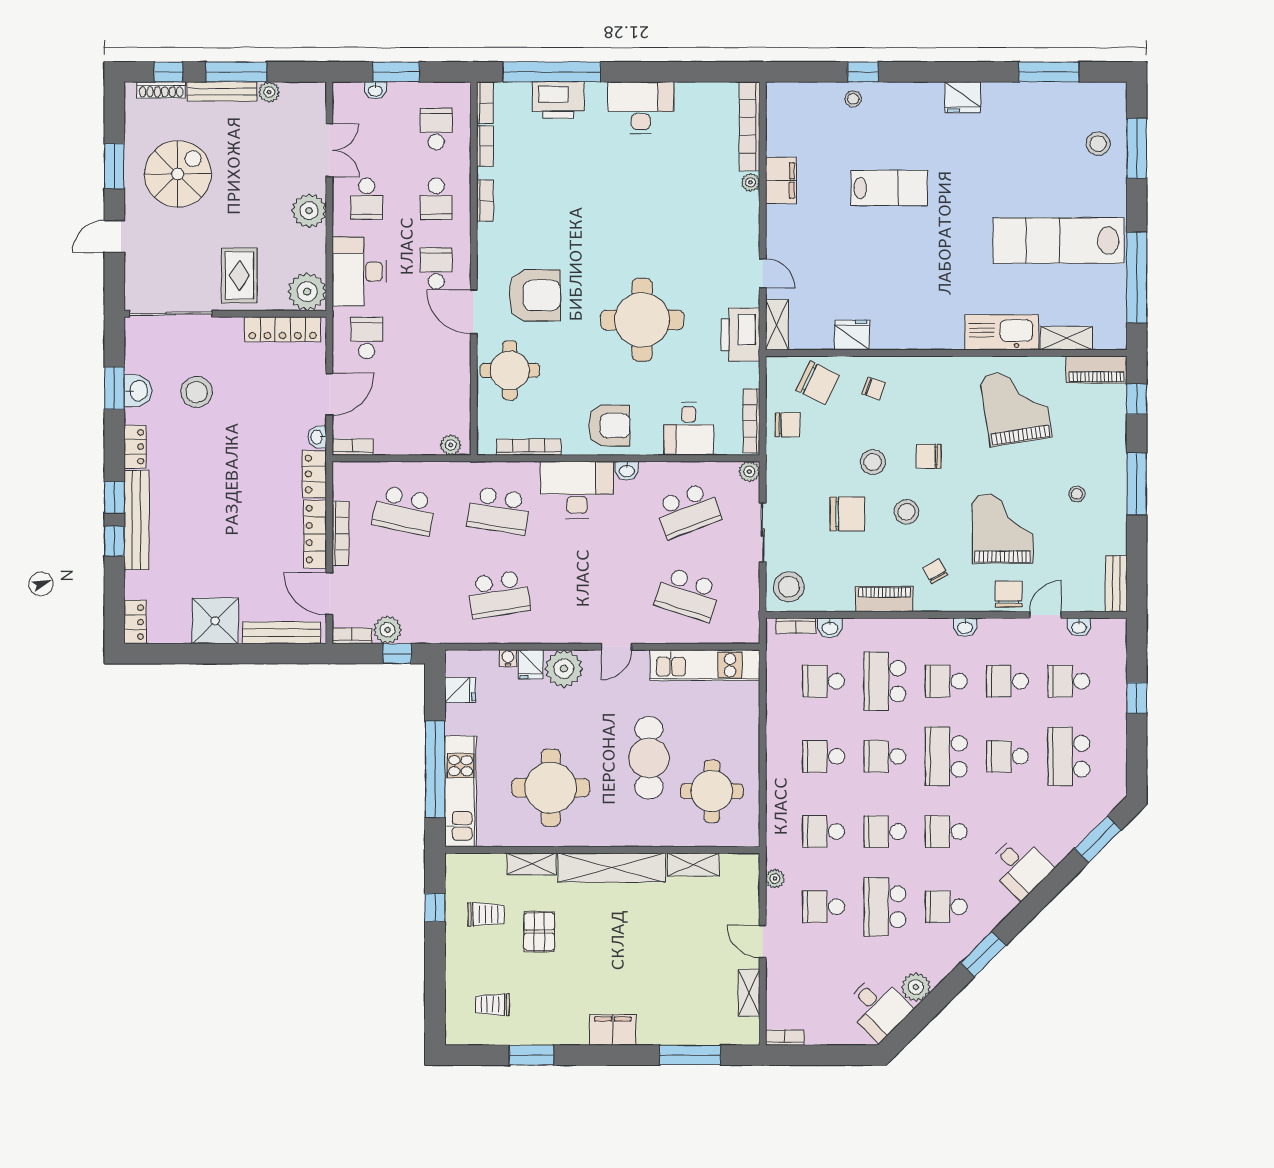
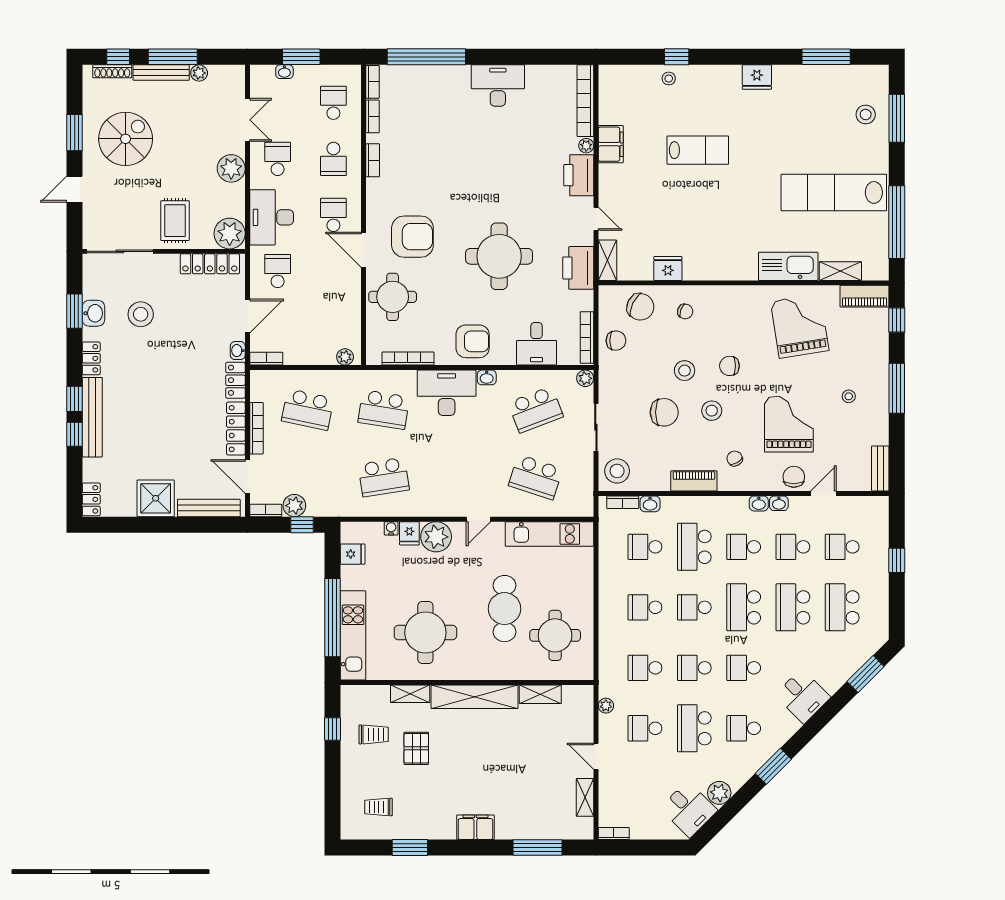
printer: (558, 100) -> (579, 175), moved, turned 90
school desk: (367, 199) -> (278, 159), turned 180
washbasin: (1079, 627) -> (779, 503), moved
school desk: (1008, 756) -> (793, 607), width x1.85

